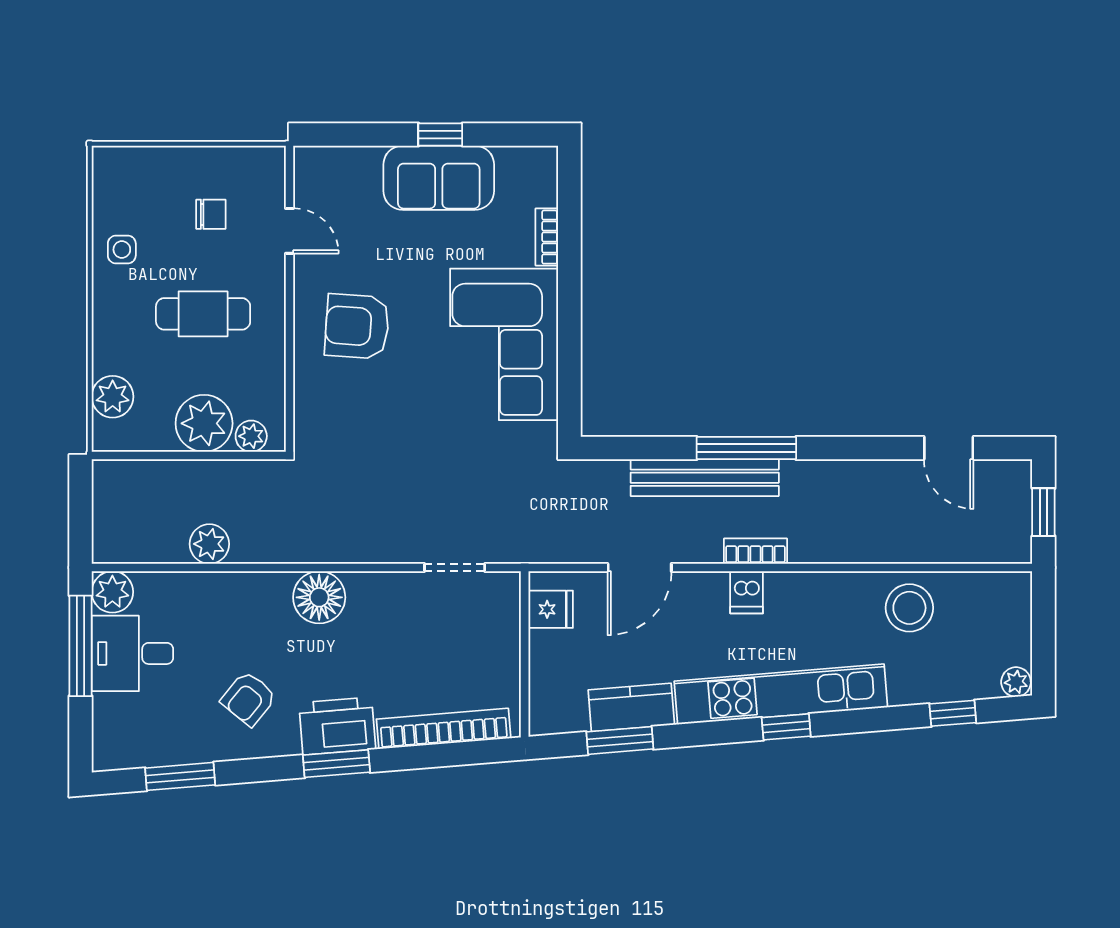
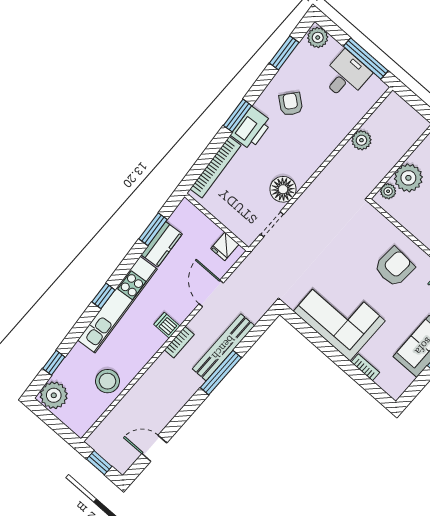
plant: (112, 592) -> (318, 37), moved
floor lamp: (319, 597) -> (283, 189), moved
plant: (1016, 682) -> (54, 395), width x1.87, depth x1.87

